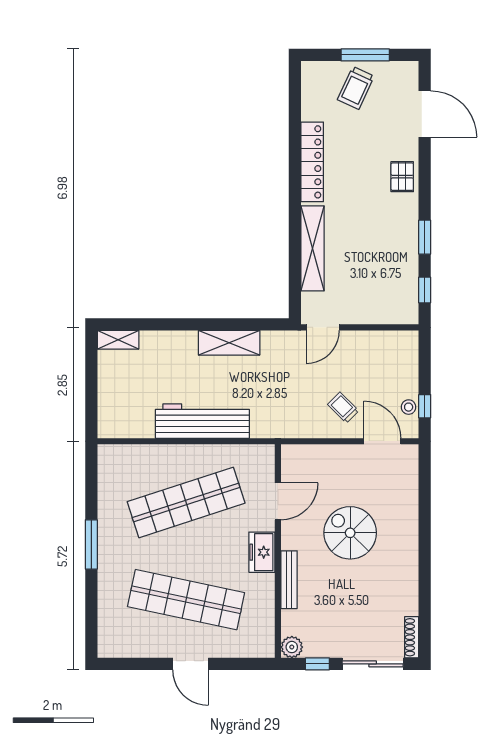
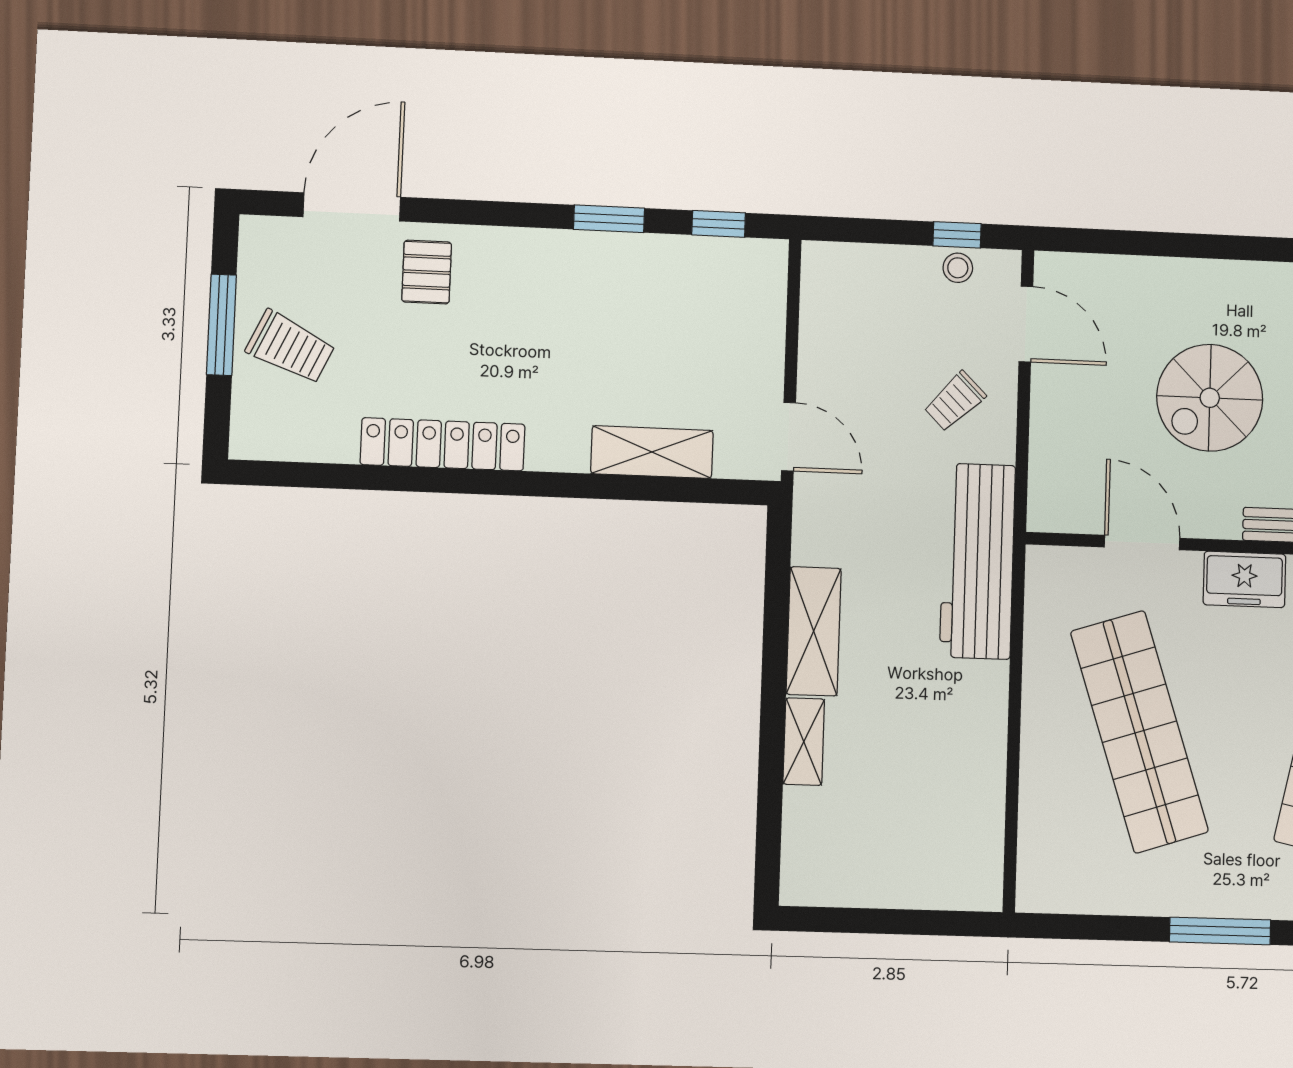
pallet: (402, 177) -> (427, 272), moved, turned 90
shelving: (313, 248) -> (652, 452), width x0.68
shelving: (118, 340) -> (804, 742), moved
workbench: (202, 421) -> (978, 561), moved
door: (382, 441) -> (1026, 324), swing flipped

